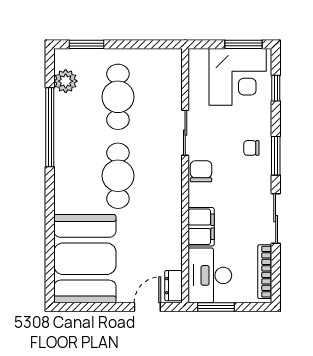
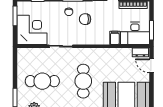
corner desk: (238, 77) -> (32, 30), moved
chair: (201, 171) -> (85, 19), moved
cafe table: (118, 176) -> (83, 81), turned 90
filing cabinet: (201, 227) -> (115, 38), width x0.50

